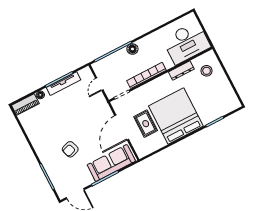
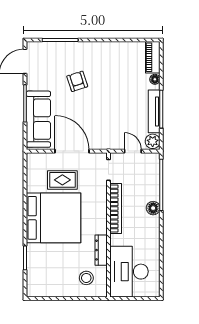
plant: (85, 74) -> (153, 141), added

